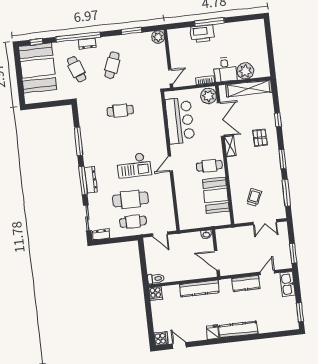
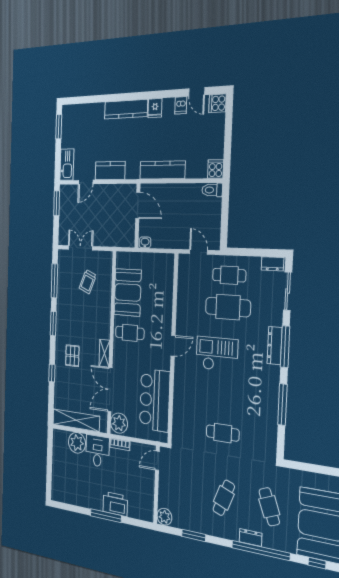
dishwasher: (191, 335) -> (181, 105), added

